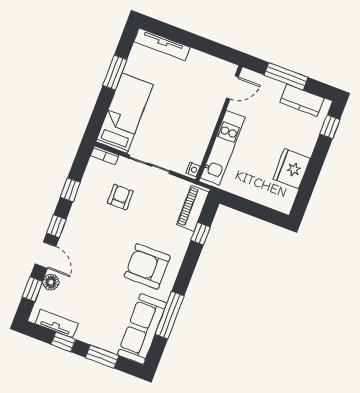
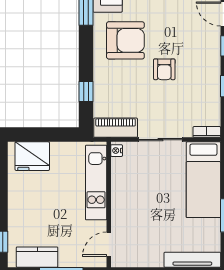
fridge: (292, 169) -> (32, 156), moved, turned 90
armchair: (120, 197) -> (164, 69), moved
piano: (193, 208) -> (116, 128), moved, turned -90

